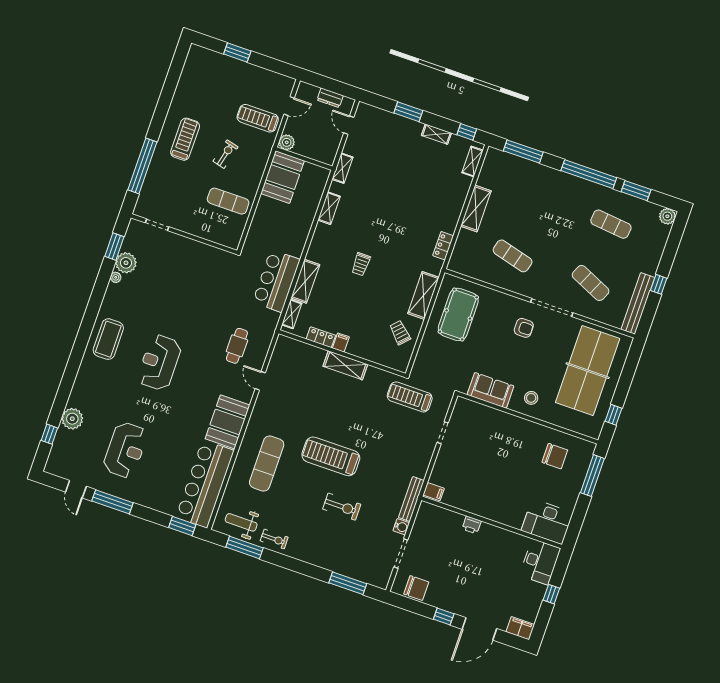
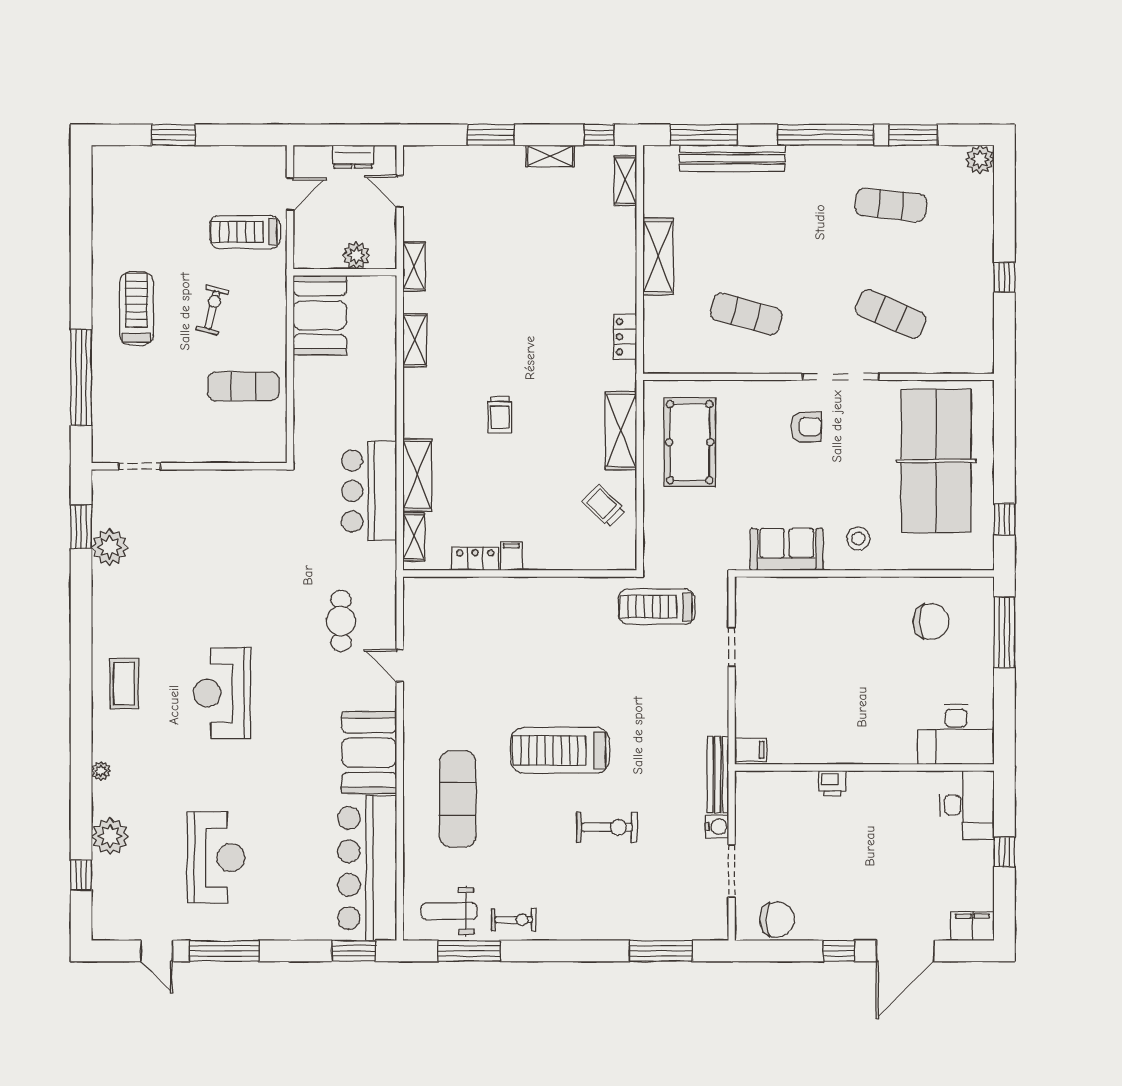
plant: (287, 142) -> (356, 255), moved
plant: (116, 277) -> (101, 771), moved
bench: (638, 303) -> (732, 158), moved, turned 90
coffee table: (108, 339) -> (124, 684), width x0.73, depth x0.76
shelving: (345, 365) -> (532, 591), removed

